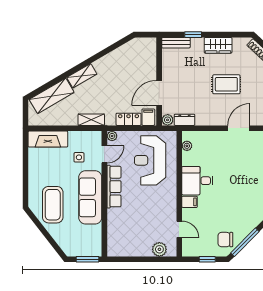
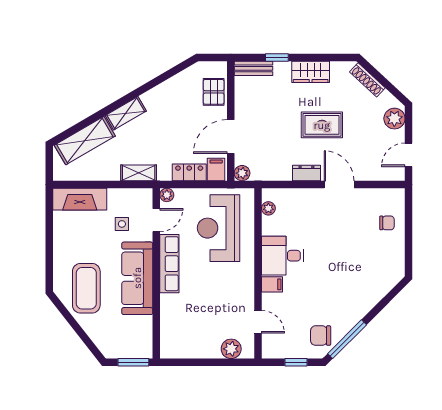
pallet: (147, 60) -> (214, 92), added
dresser: (184, 120) -> (306, 173), moved
door: (239, 128) -> (339, 184), hinge flipped

